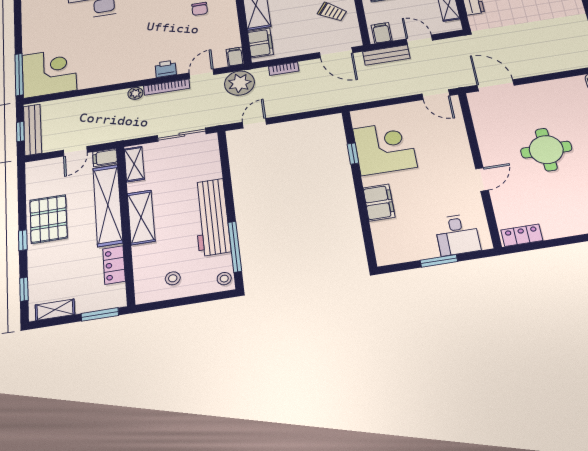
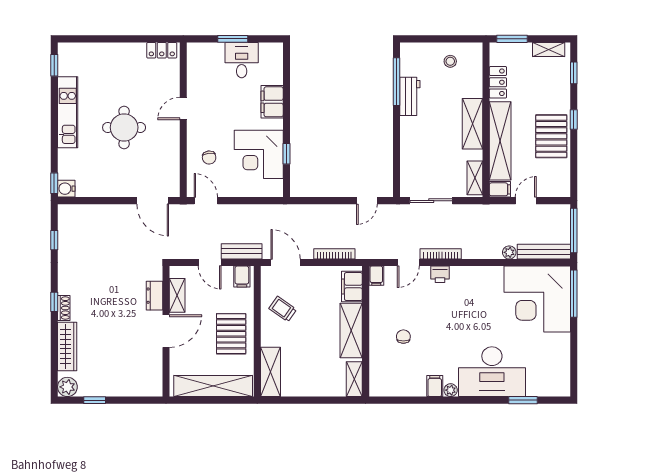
bookcase: (284, 69) -> (334, 254), width x1.56
corner desk: (49, 73) -> (537, 299), width x1.36, depth x1.36
plant: (239, 83) -> (375, 246), removed
plant: (135, 93) -> (509, 252), moved
bench: (32, 130) -> (544, 252), moved, turned 90
window: (20, 132) -> (574, 231), width x2.17
chair: (441, 136) -> (209, 158), added
workbench: (212, 217) -> (410, 96), width x0.53, depth x0.76
desk: (457, 235) -> (242, 60), moved
stool: (224, 279) -> (408, 54), removed

